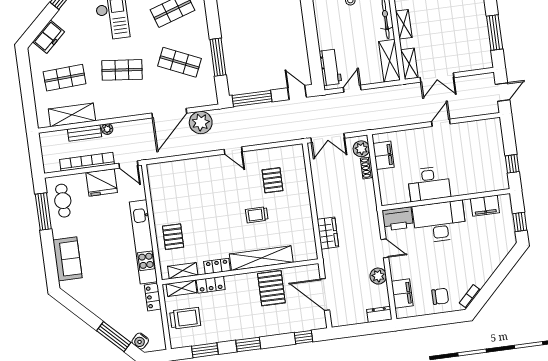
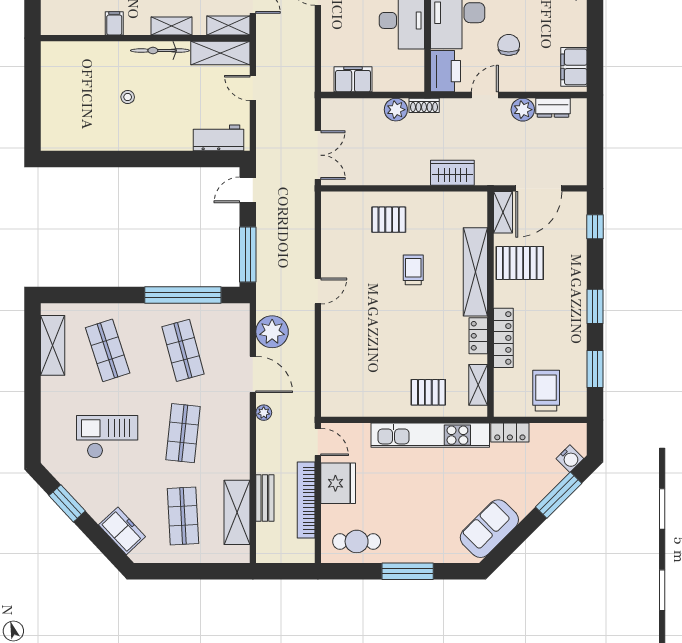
window: (218, 57) -> (183, 295), width x1.46
shop shelf: (179, 62) -> (183, 350), turned -39
door: (352, 89) -> (253, 88), moved
door: (169, 113) -> (253, 374), width x0.73
plant: (107, 129) -> (264, 413), moved
plant: (361, 149) -> (396, 110), moved
door: (128, 165) -> (318, 442), hinge flipped
shoe rack: (367, 168) -> (424, 105), moved
pallet: (272, 180) -> (389, 220), moved
window: (43, 212) -> (408, 571), moved
trolley: (257, 215) -> (413, 270), turned 180
sofa: (67, 259) -> (489, 529), moved, turned -45
locker: (211, 285) -> (503, 338), width x1.53
shelving: (182, 288) -> (503, 212), moved
filing cabinet: (402, 293) -> (574, 67), moved, turned -90
chair: (440, 296) -> (509, 45), moved
dresser: (379, 314) -> (553, 108), moved, turned -90

